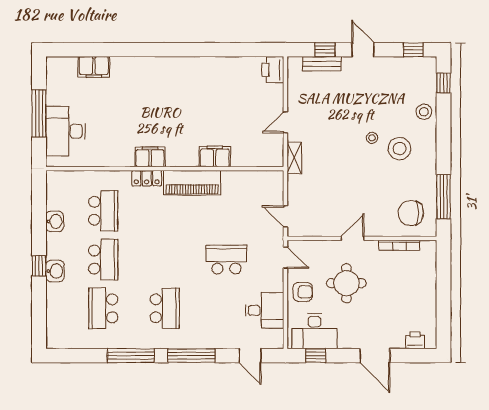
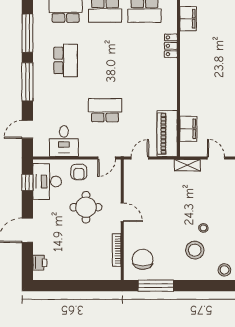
filing cabinet: (150, 157) -> (188, 19), moved
filing cabinet: (215, 157) -> (188, 129), moved
piano: (192, 183) -> (167, 134), moved
school desk: (226, 260) -> (105, 110), turned -90
school desk: (165, 308) -> (66, 60), turned -90

